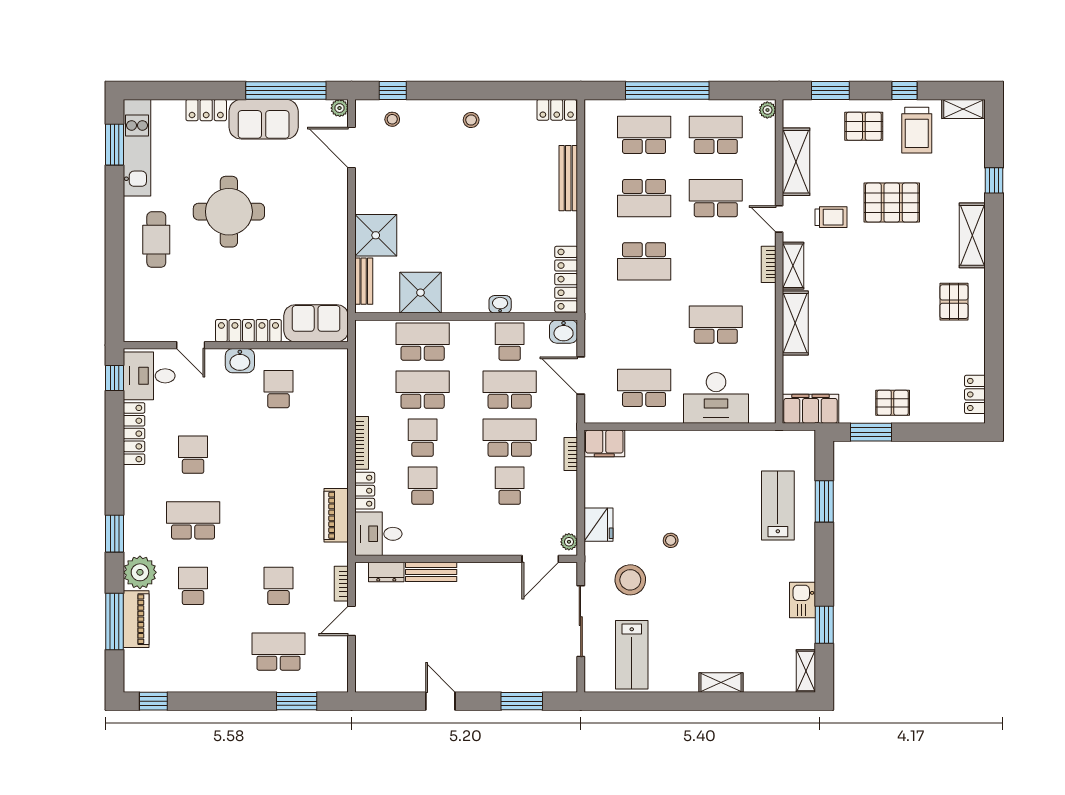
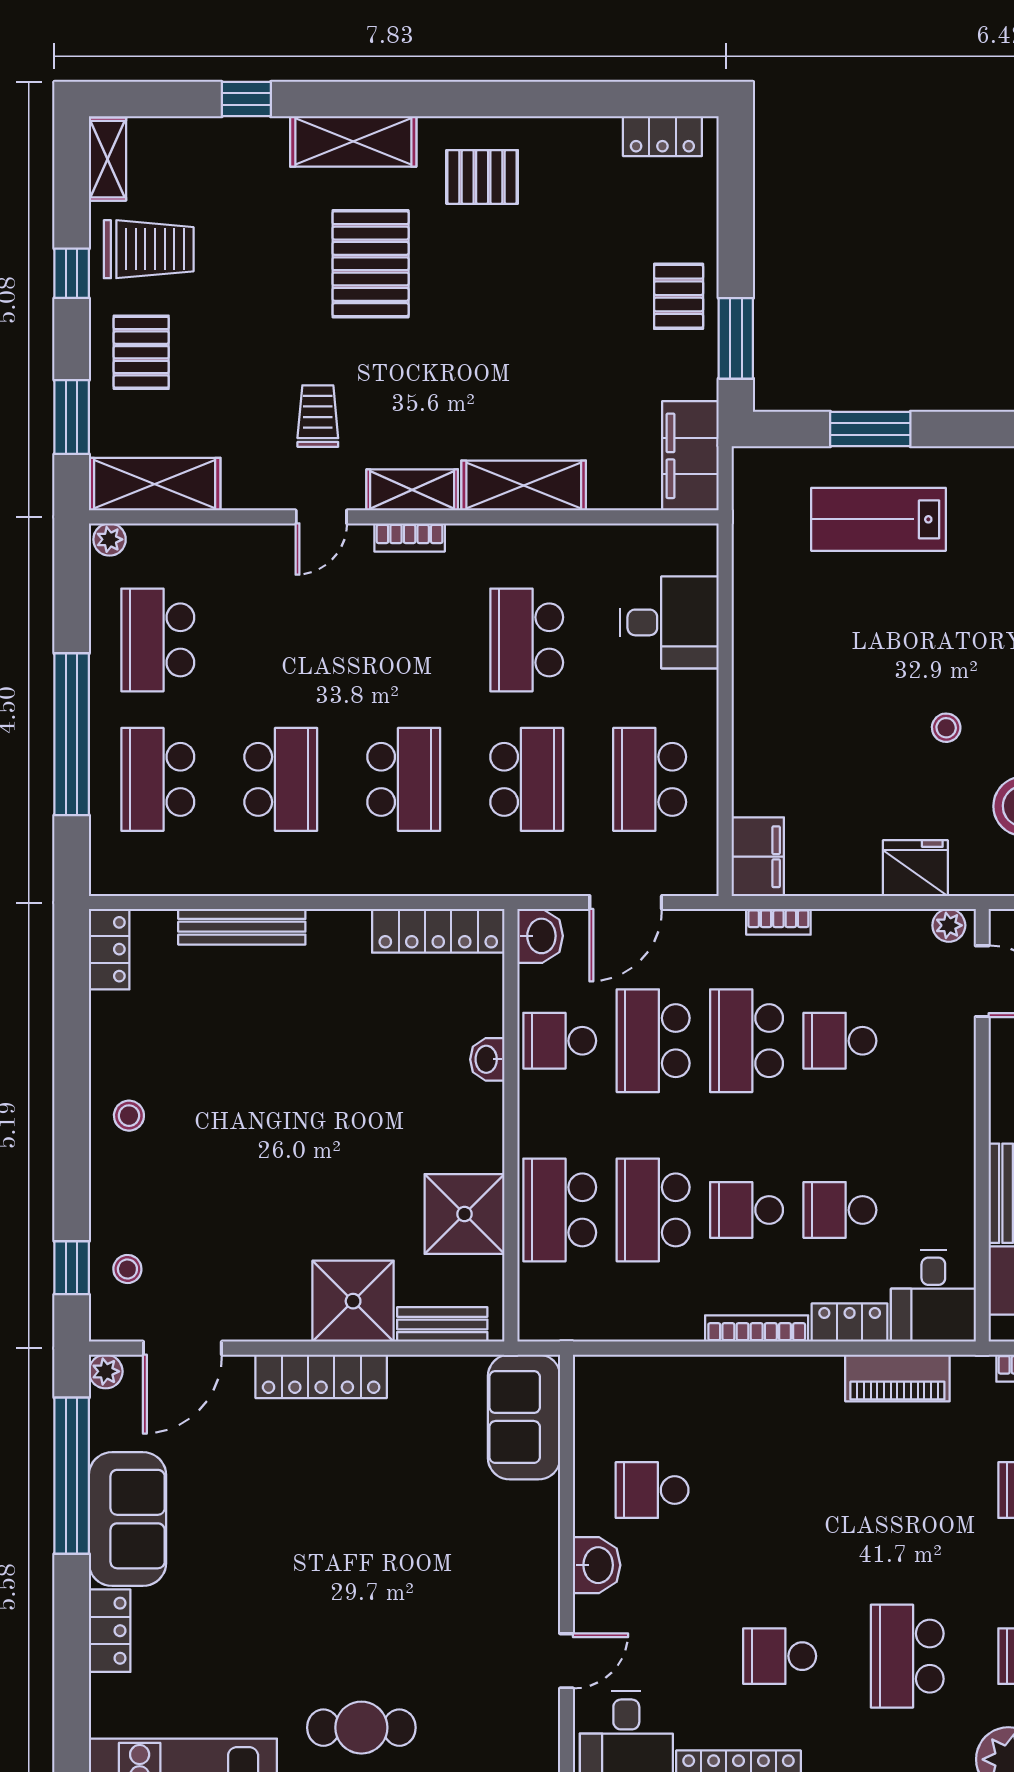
shelving: (796, 162) -> (155, 484), moved
school desk: (716, 198) -> (527, 779), moved, turned 180
pallet: (892, 203) -> (371, 264), moved
round table: (229, 212) -> (307, 1586), removed
locker: (248, 331) -> (321, 1376), moved, turned -90
desk: (716, 398) -> (669, 622), width x0.73

